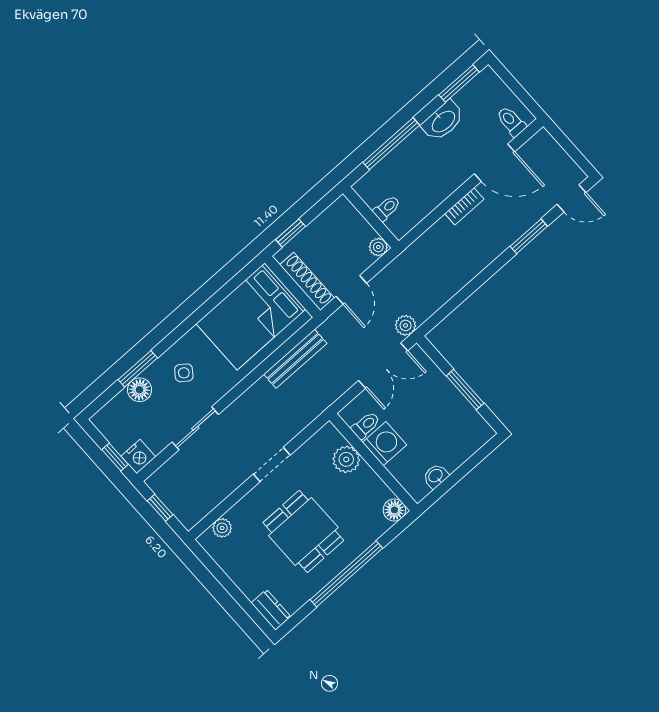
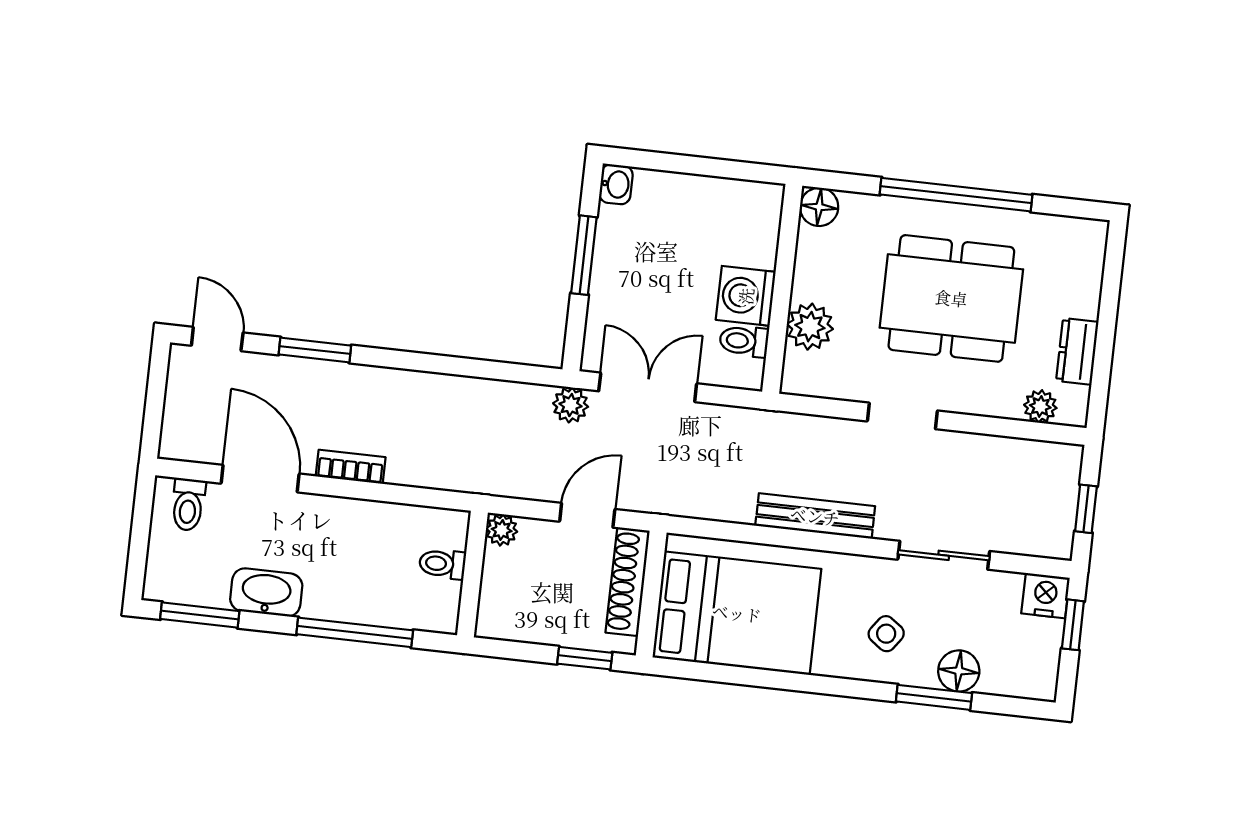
bench: (295, 359) -> (815, 516), moved
washbasin: (436, 476) -> (616, 184), moved, turned -90
dining table: (303, 531) -> (951, 298), width x1.38
dresser: (271, 610) -> (1077, 351), moved

